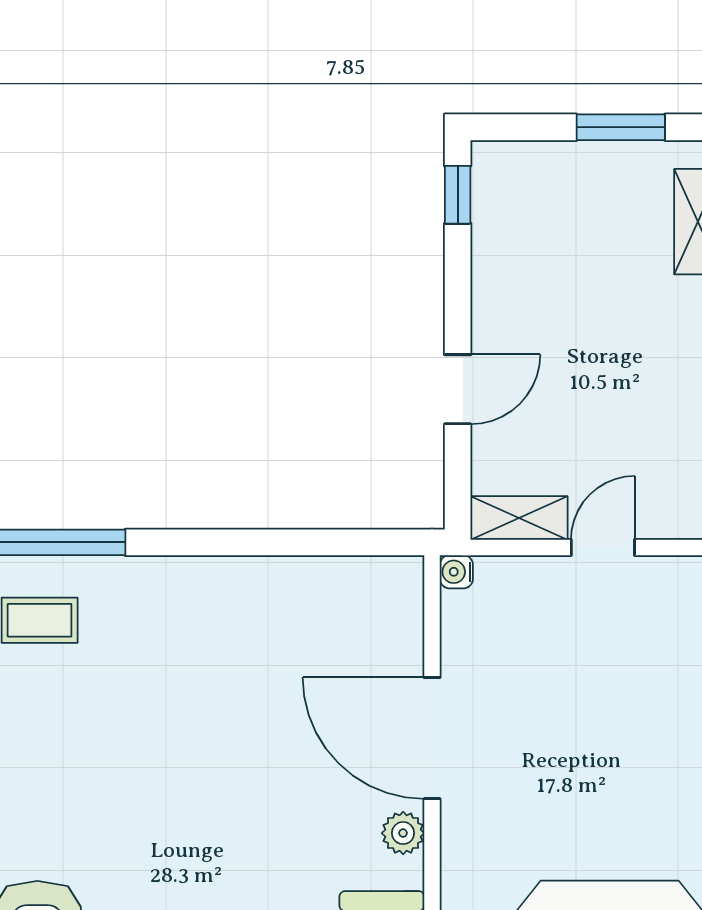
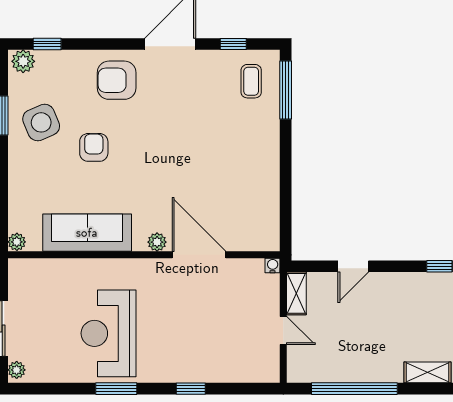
door: (458, 389) -> (353, 266), hinge flipped
door: (432, 738) -> (199, 255), hinge flipped

